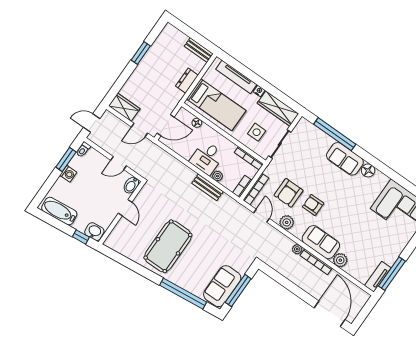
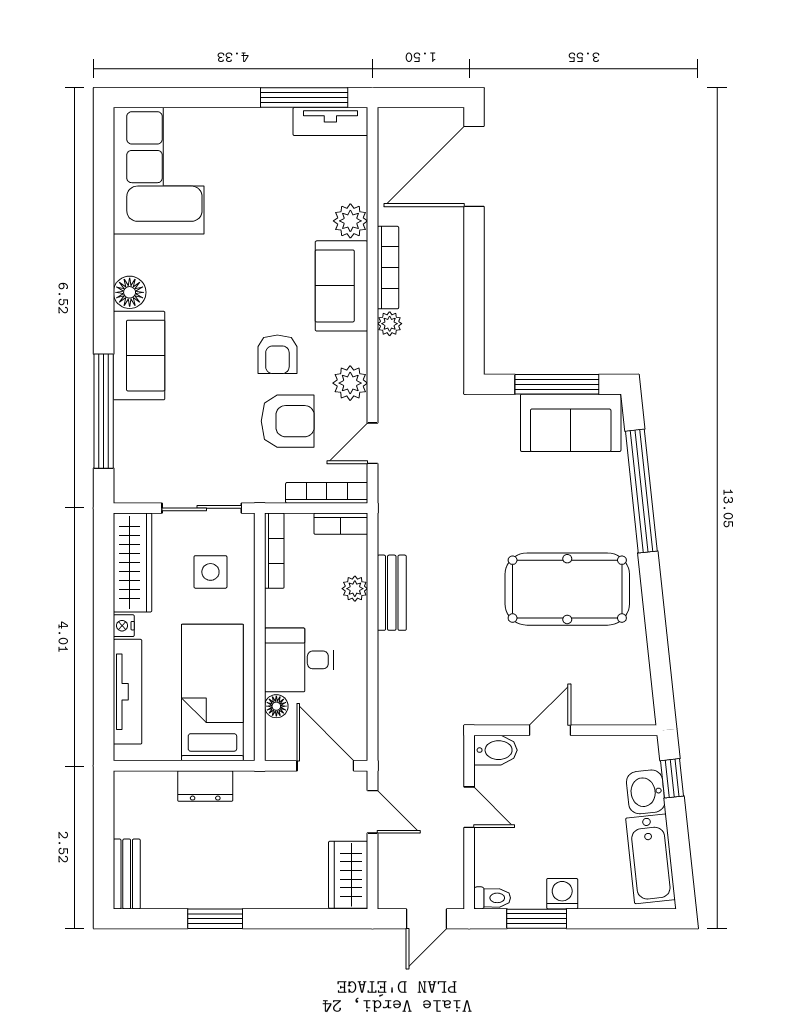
bench: (199, 50) -> (127, 874), moved
door: (92, 123) -> (427, 919), hinge flipped
desk: (207, 158) -> (299, 660), moved, turned 180
washbasin: (94, 232) -> (646, 792), moved

